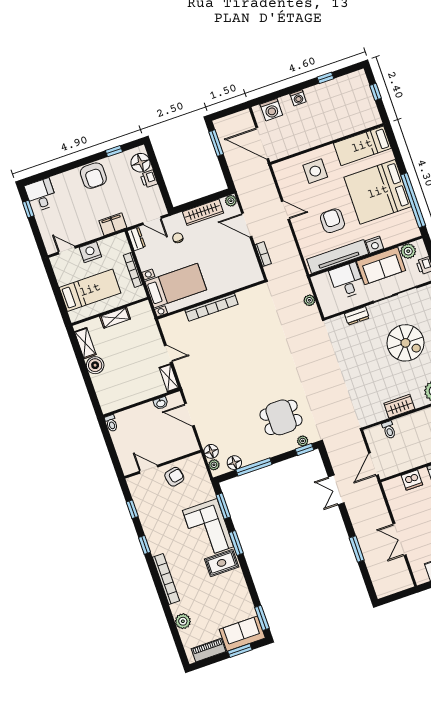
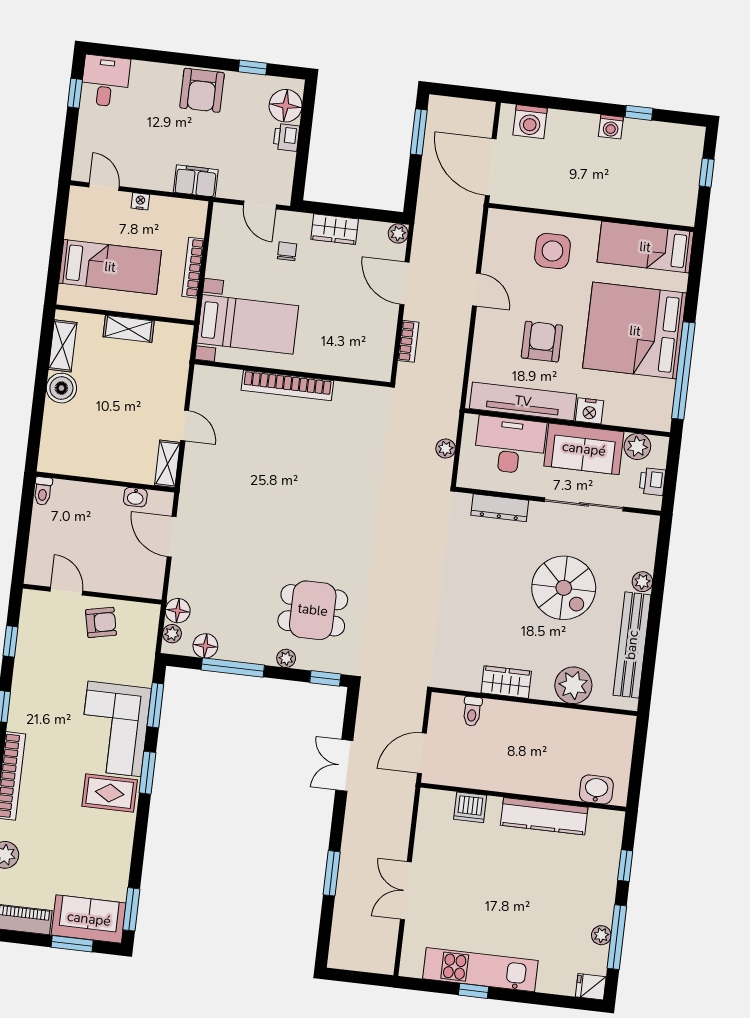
washing machine: (298, 98) -> (611, 127), moved
wardrobe: (203, 212) -> (335, 229), width x0.67
dresser: (136, 239) -> (222, 222), removed
nightstand: (90, 252) -> (140, 201), width x0.53, depth x0.56
desk: (347, 281) -> (510, 445), width x1.37
dresser: (357, 316) -> (500, 508), width x1.44
plant: (303, 441) -> (286, 658), moved

